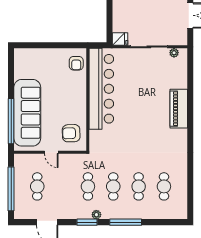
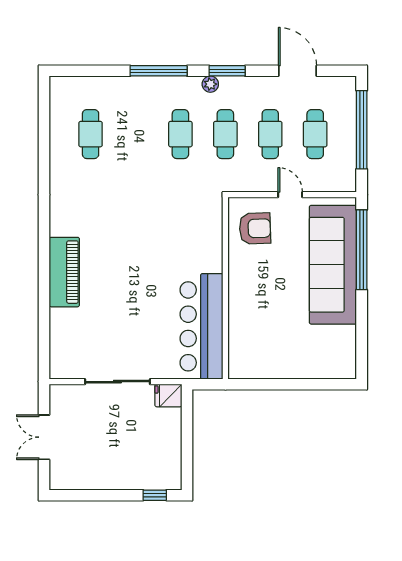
plant: (174, 53) -> (73, 371), removed
armchair: (76, 63) -> (246, 352), removed
bar counter: (101, 89) -> (201, 326), width x0.73
cafe table: (139, 186) -> (270, 134), moved

